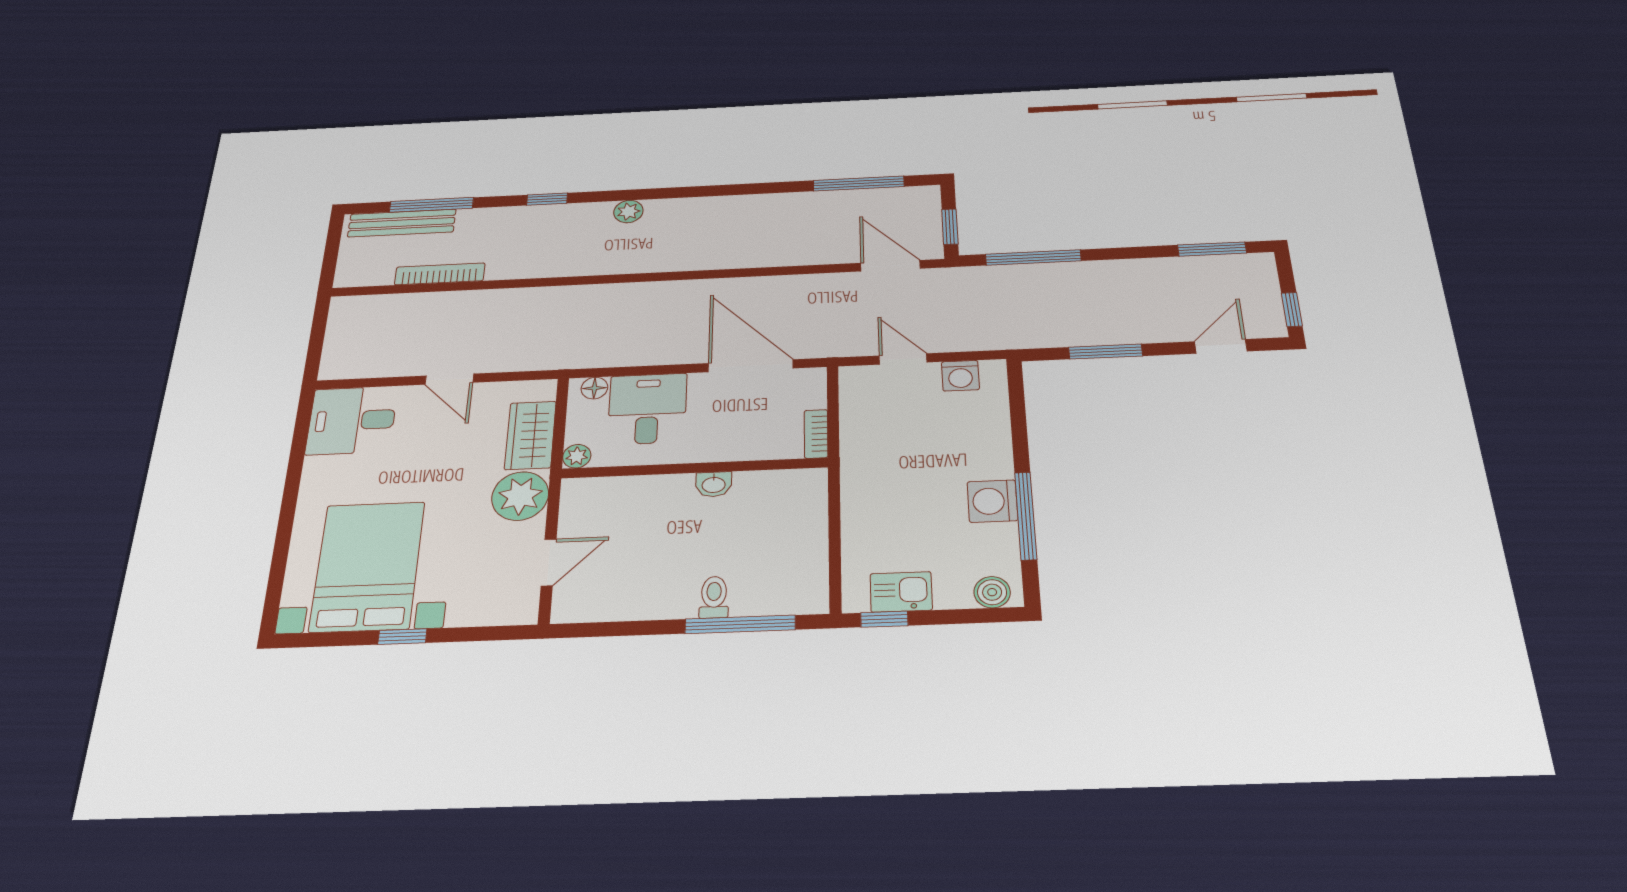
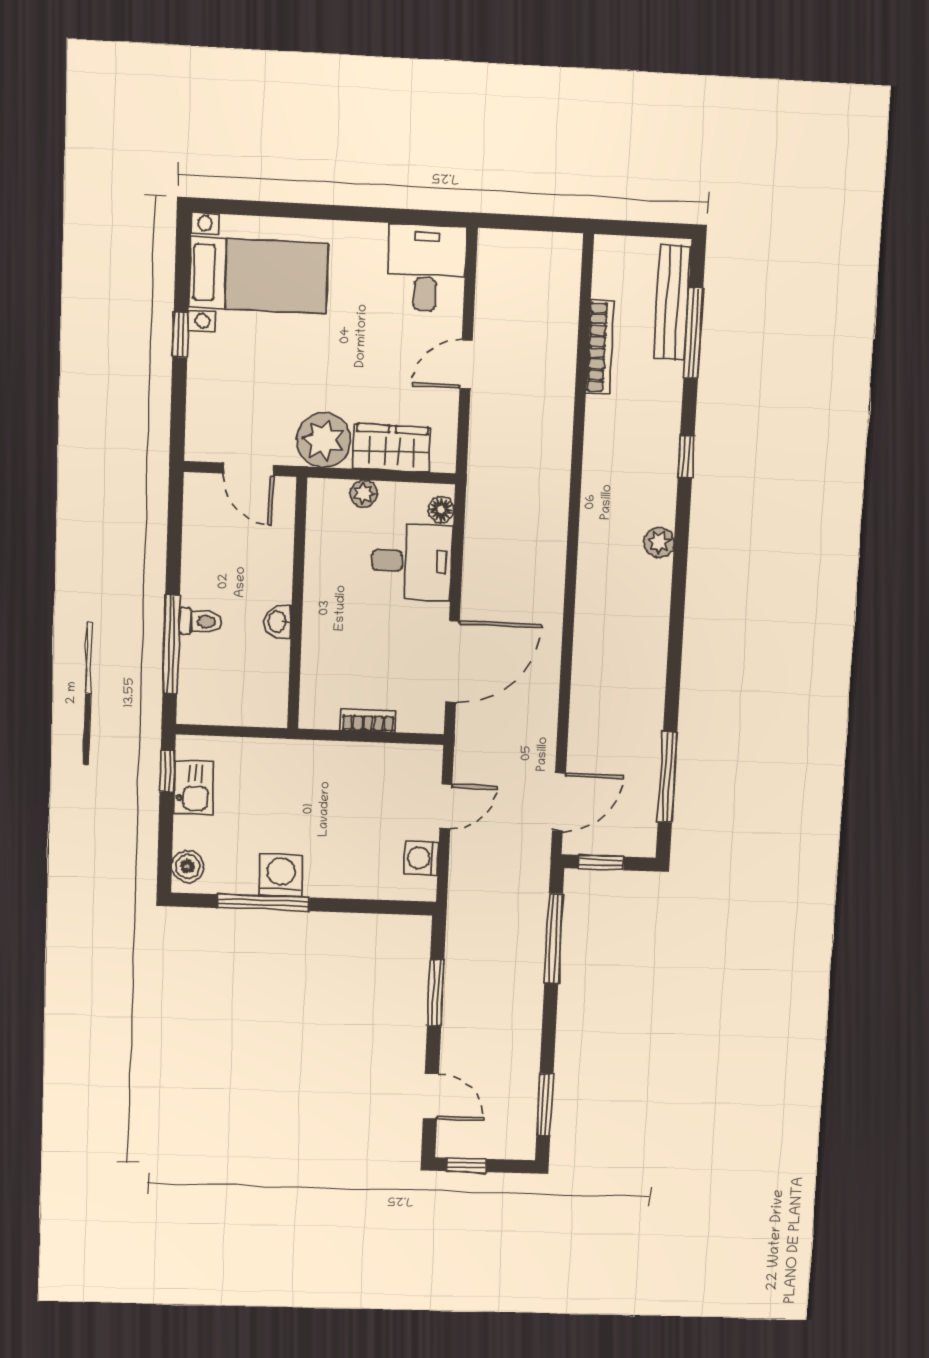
wall: (694, 468) -> (297, 604), moved
washbasin: (714, 484) -> (278, 622), moved
bed with nightstands: (368, 566) -> (259, 275), width x0.73

